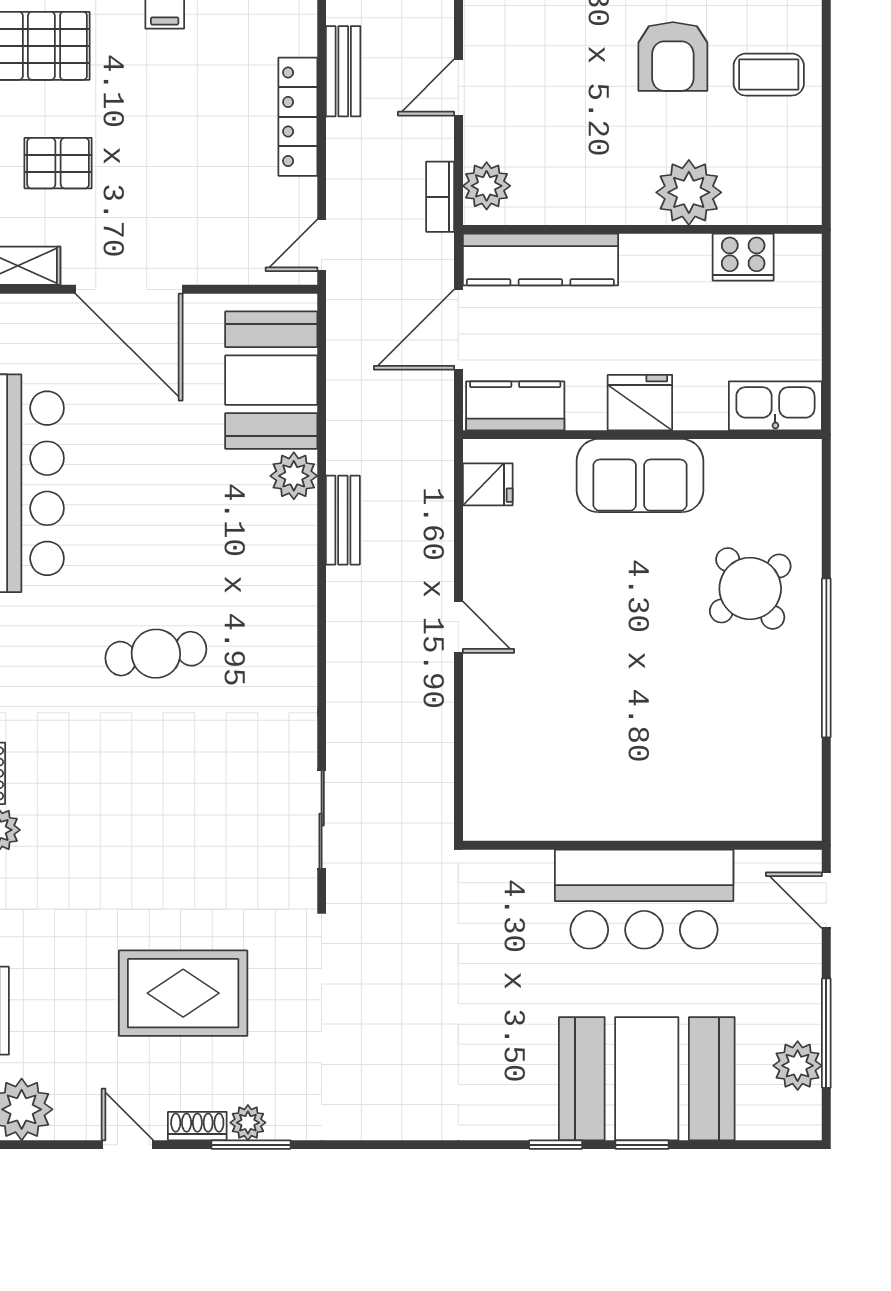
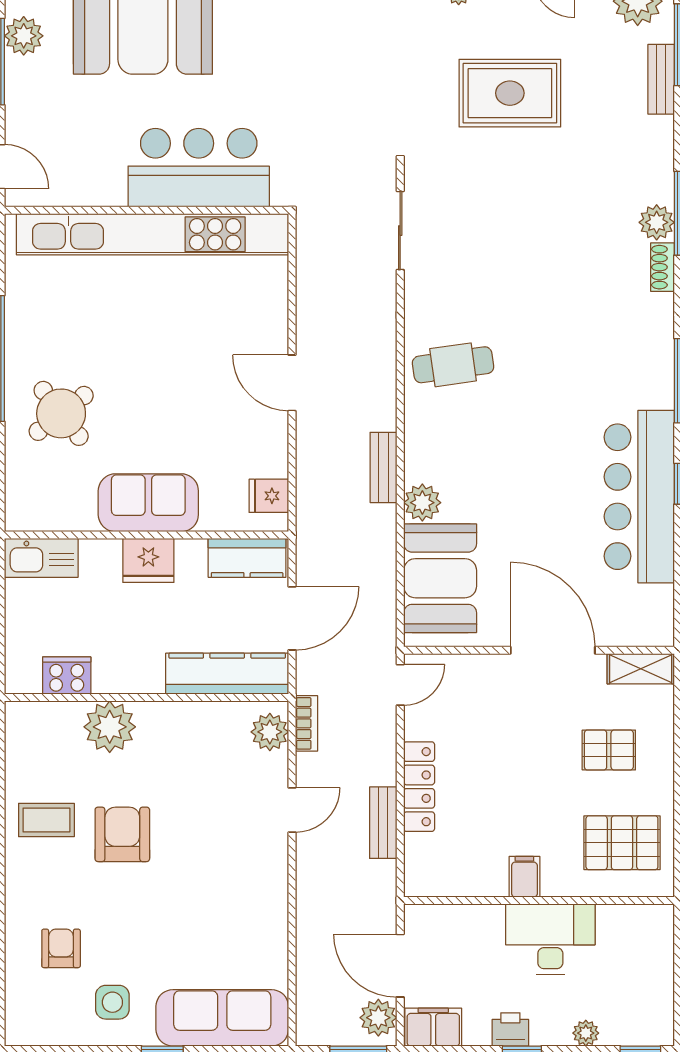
door: (458, 627) -> (292, 383), width x1.38
cafe table: (156, 654) -> (453, 365), moved
kitchen unit: (635, 815) -> (152, 234), added
bar counter: (644, 899) -> (199, 168), moved

